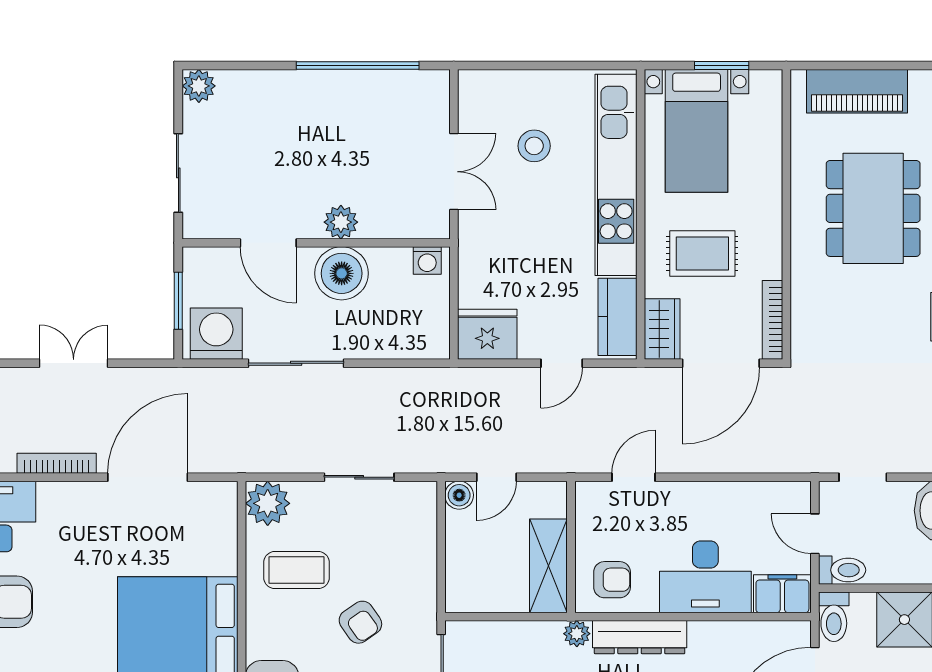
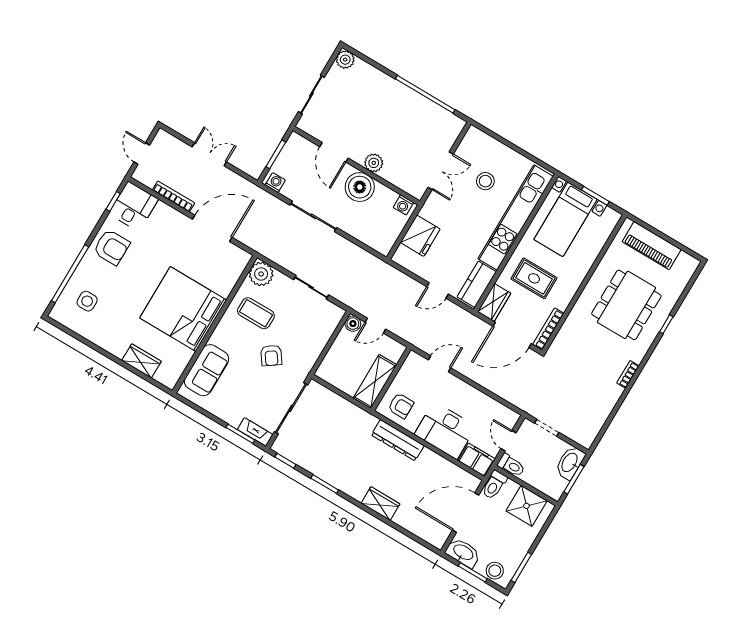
washing machine: (216, 334) -> (275, 183), width x0.53, depth x0.53
fridge: (487, 334) -> (420, 236), moved, turned 90
plant: (577, 634) -> (369, 421), removed

